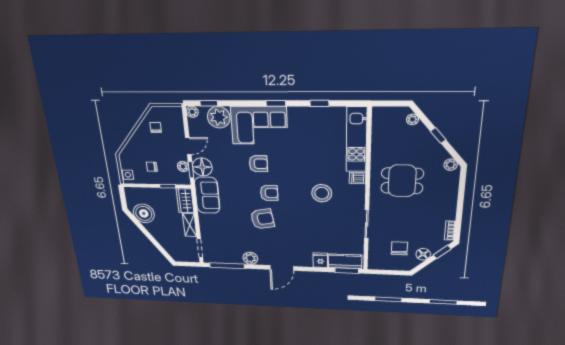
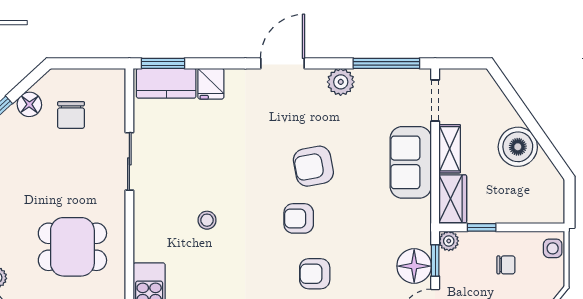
plant: (183, 166) -> (449, 241), moved
dishwasher: (357, 178) -> (146, 250), removed
stool: (322, 193) -> (207, 220), width x0.53, depth x0.53
sofa: (207, 195) -> (411, 162), moved
boiler: (144, 213) -> (518, 147), moved

